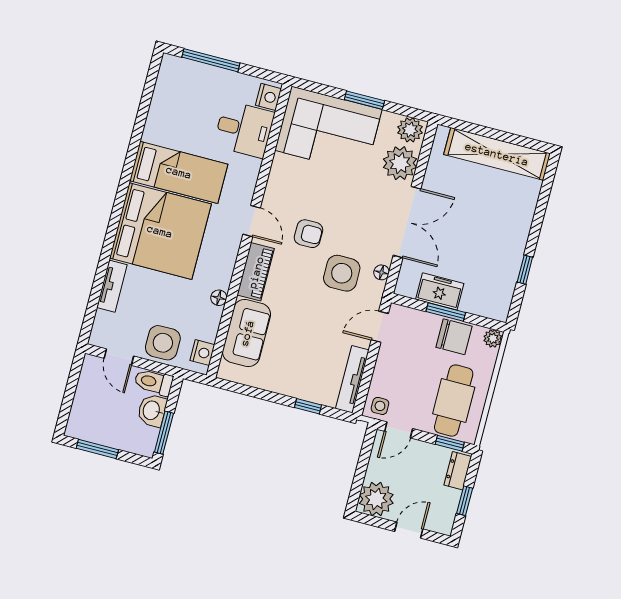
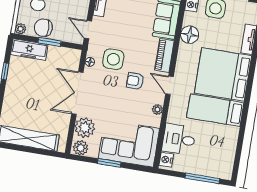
plant: (276, 182) -> (157, 110), added
freezer: (440, 291) -> (29, 50), moved, width x1.40
floor lamp: (219, 298) -> (190, 35), width x1.89, depth x1.89
door: (380, 327) -> (88, 30), swing flipped

